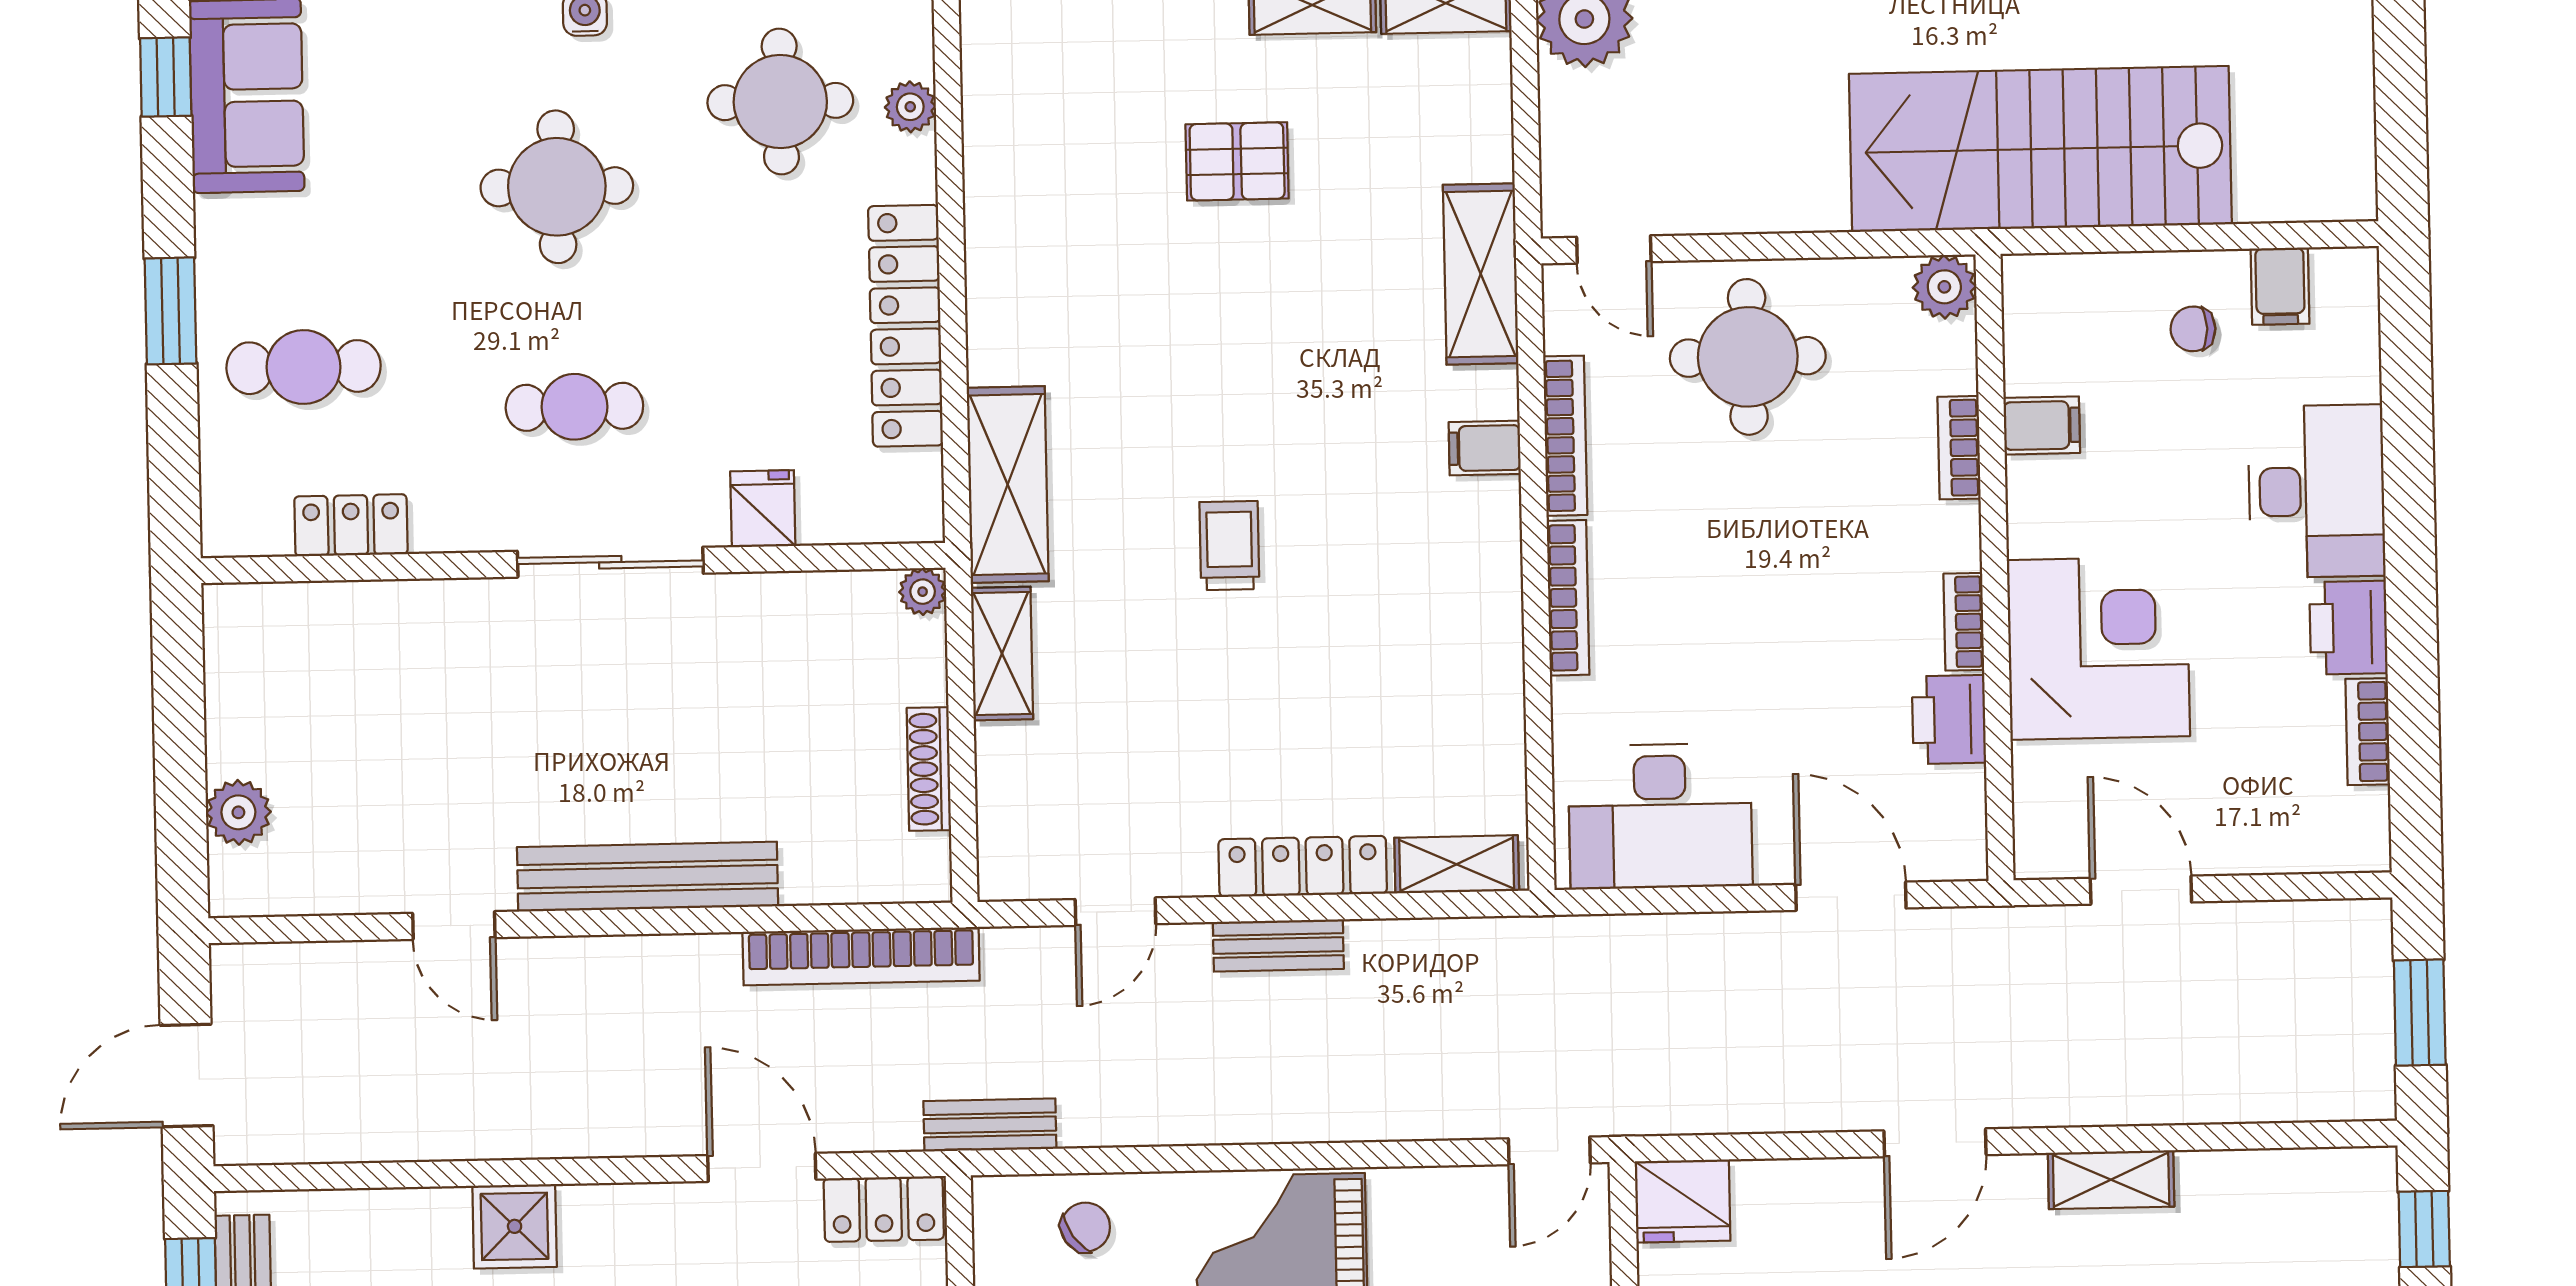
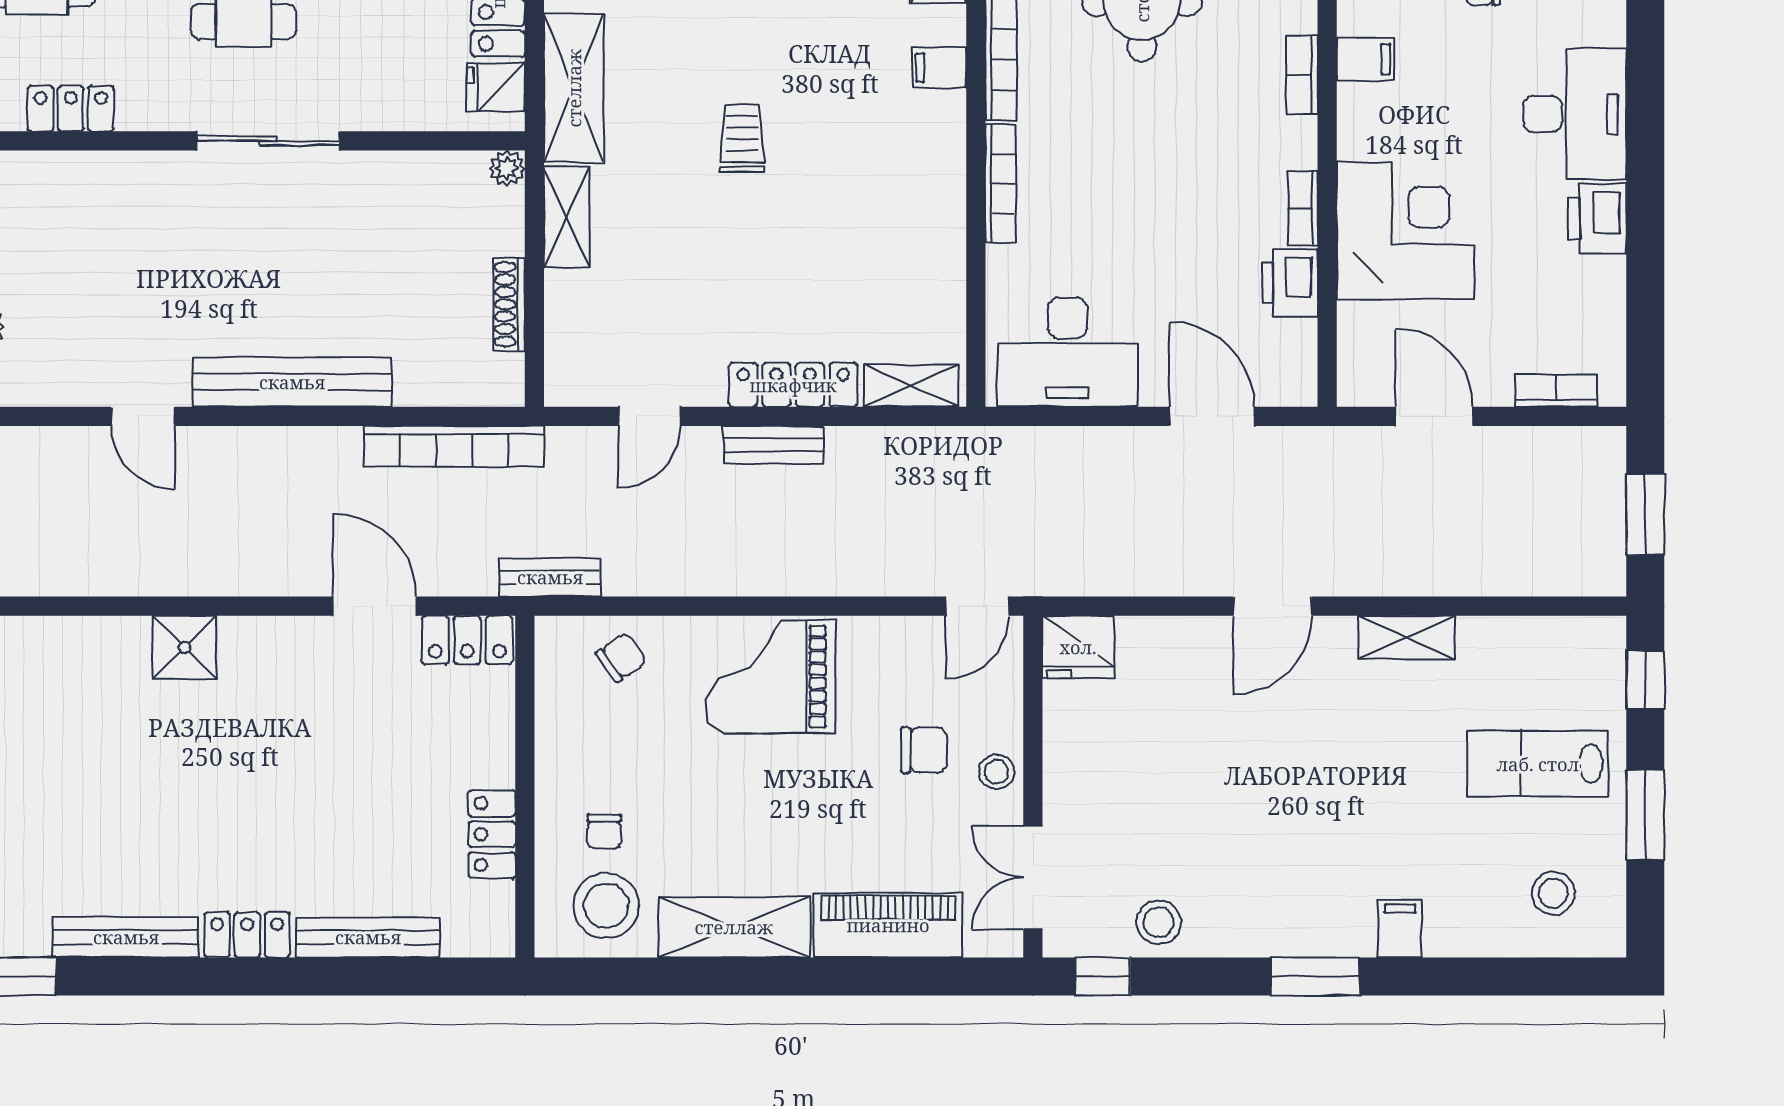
fridge: (763, 509) -> (496, 88), moved, turned -90
bookcase: (2368, 732) -> (1556, 391), moved, turned 90

